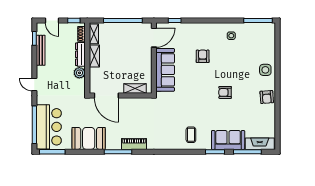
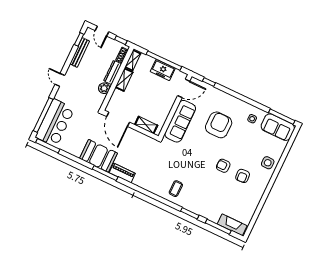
freezer: (126, 30) -> (163, 70), added
armchair: (203, 56) -> (219, 125), width x1.88, depth x1.88
armchair: (267, 97) -> (243, 176), moved
booth: (89, 138) -> (99, 156), moved
sofa: (228, 140) -> (278, 127), moved, turned 180

